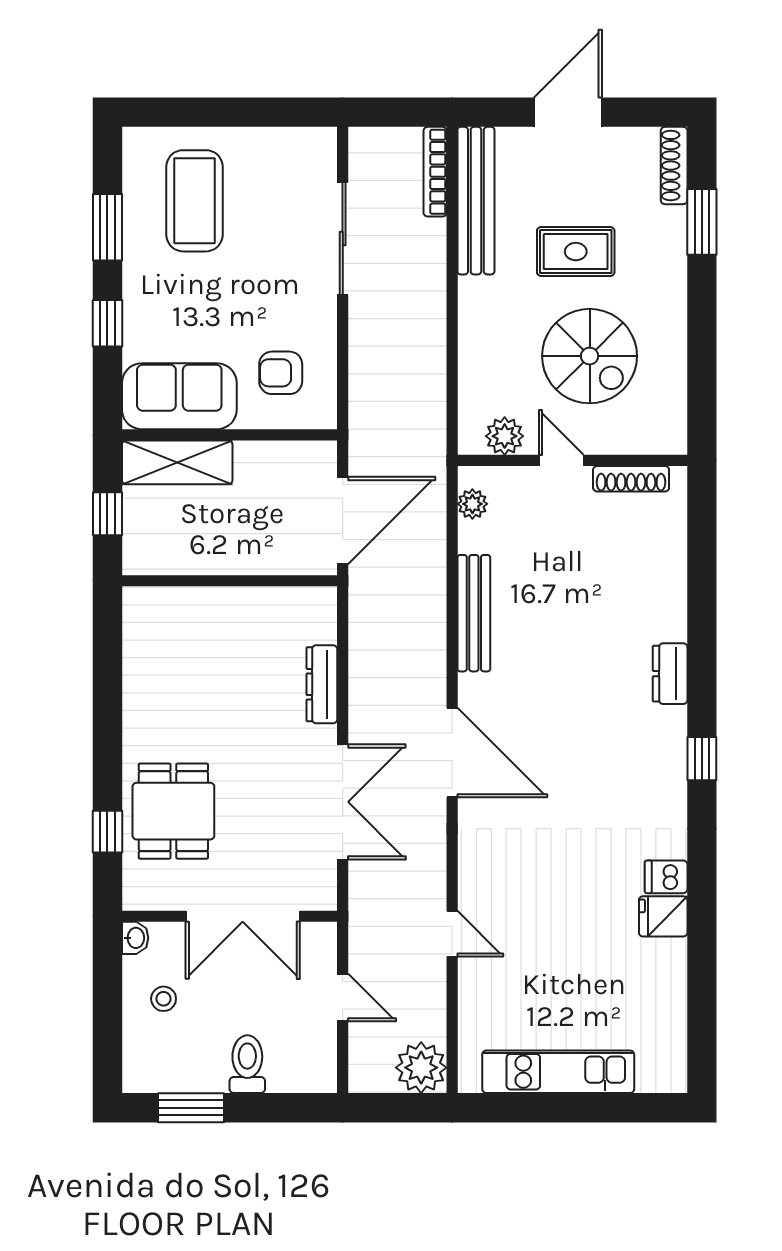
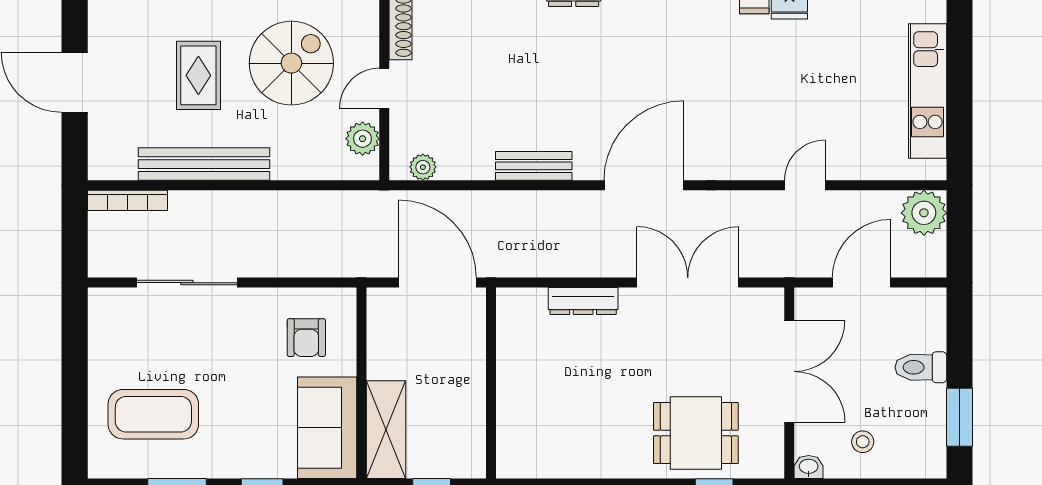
bench: (476, 201) -> (204, 164), moved
bench: (474, 613) -> (534, 166), width x0.73
door: (343, 998) -> (862, 283), width x1.37

